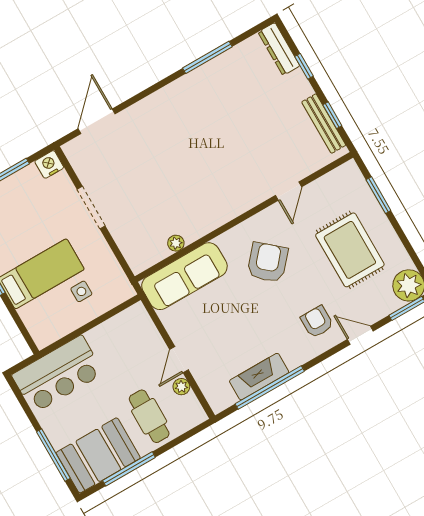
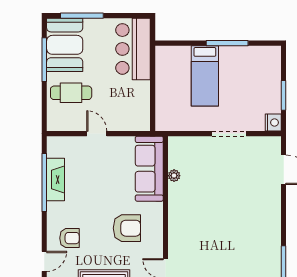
armchair: (267, 262) -> (127, 228), turned -41
side table: (81, 291) -> (178, 96), removed
plant: (181, 387) -> (78, 125), removed

